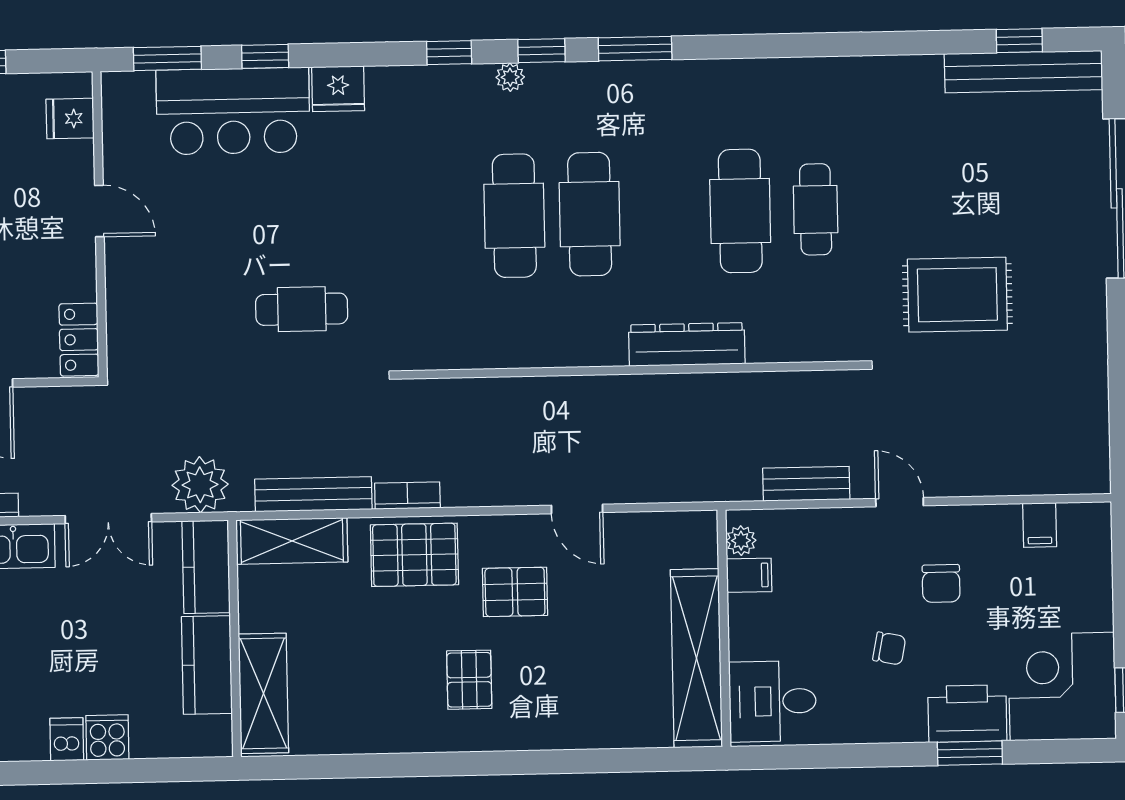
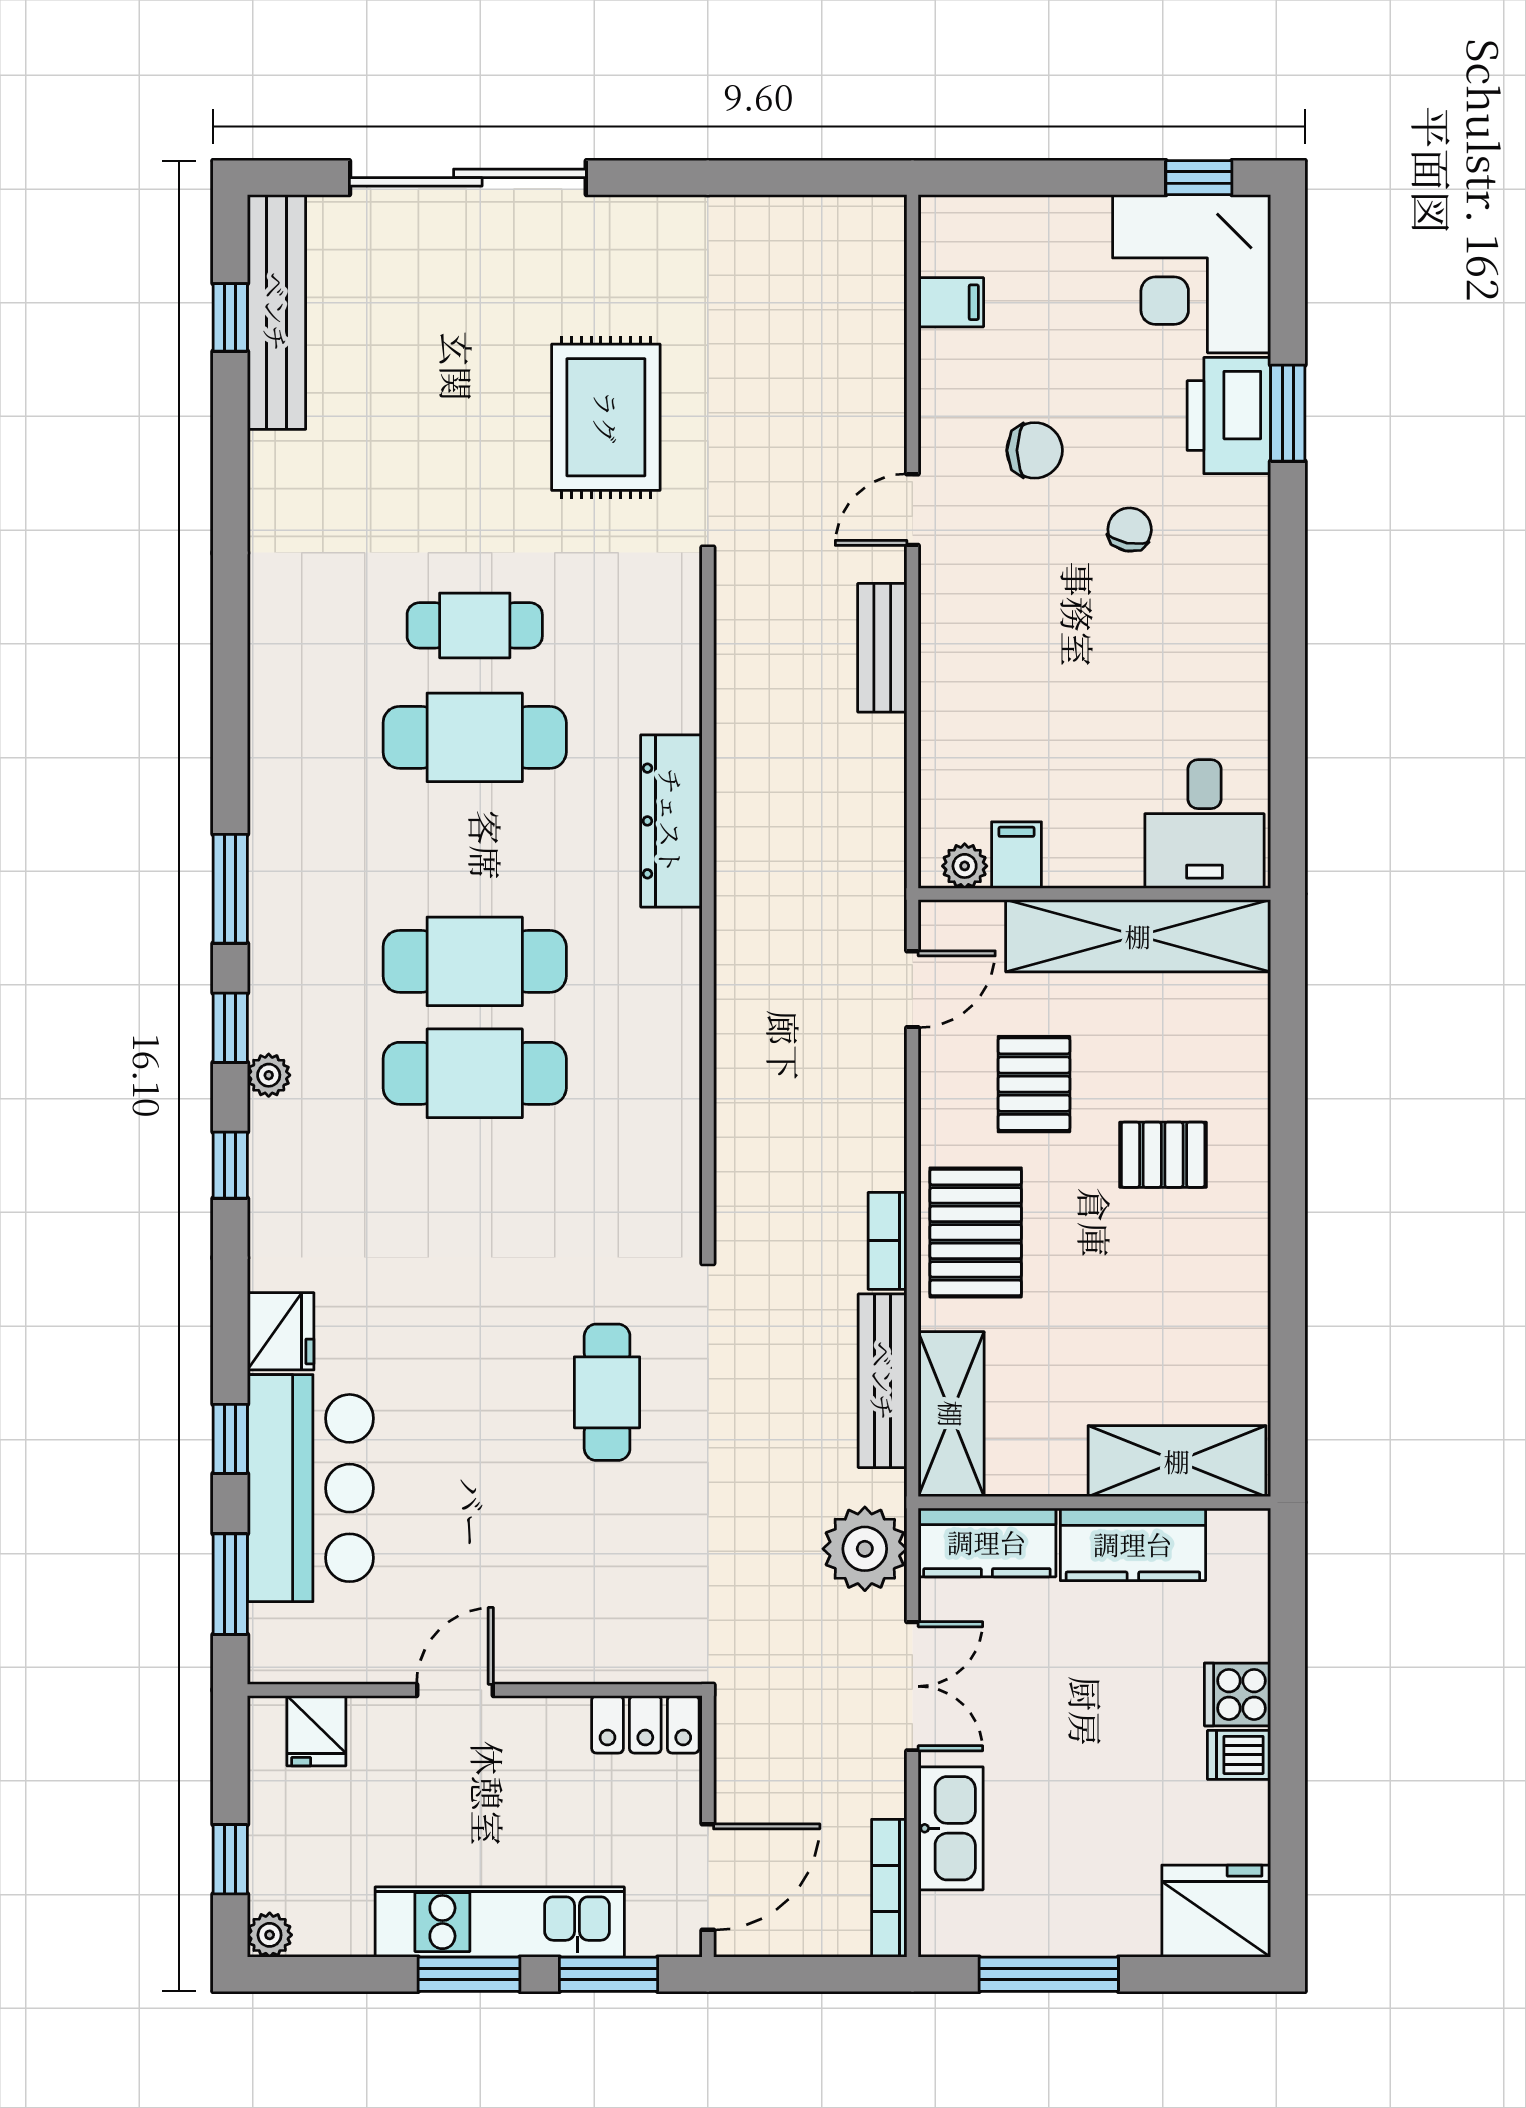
plant: (741, 541) -> (965, 866), moved
filing cabinet: (749, 575) -> (1016, 855), moved
wall: (724, 628) -> (1094, 894), moved
shelving: (696, 658) -> (1138, 936), moved
desk: (773, 701) -> (1204, 824), moved

